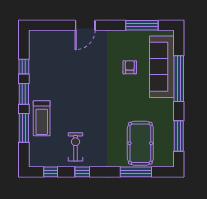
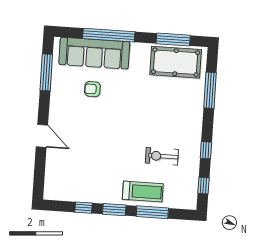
pool table: (140, 143) -> (176, 62), moved
exercise bike: (76, 147) -> (162, 156), moved

